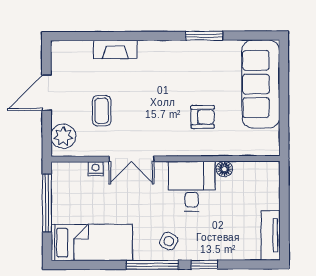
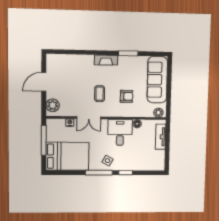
fireplace: (115, 50) -> (106, 60), moved
coffee table: (102, 111) -> (100, 94), moved
plant: (265, 147) -> (158, 113), added
tv unit: (271, 235) -> (161, 137), moved
bed: (92, 242) -> (67, 156), width x1.50

